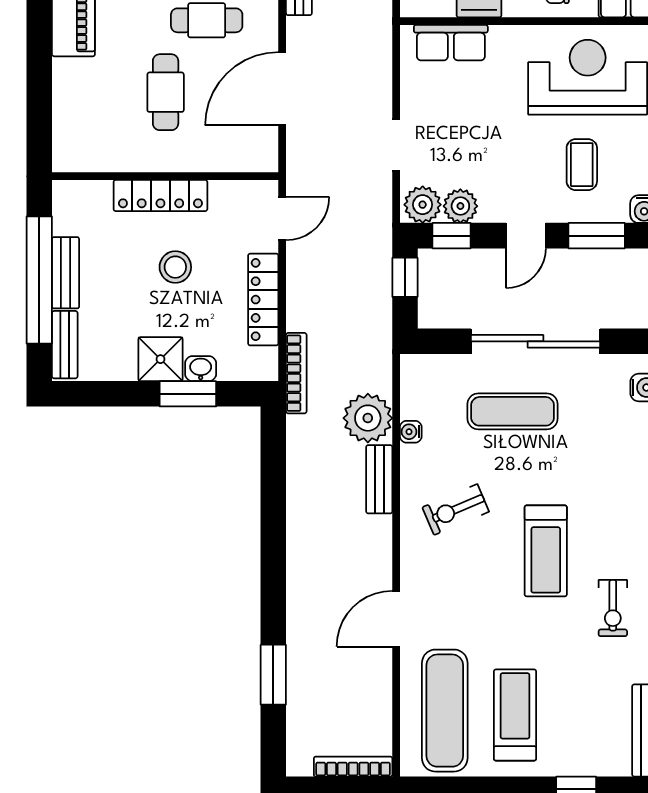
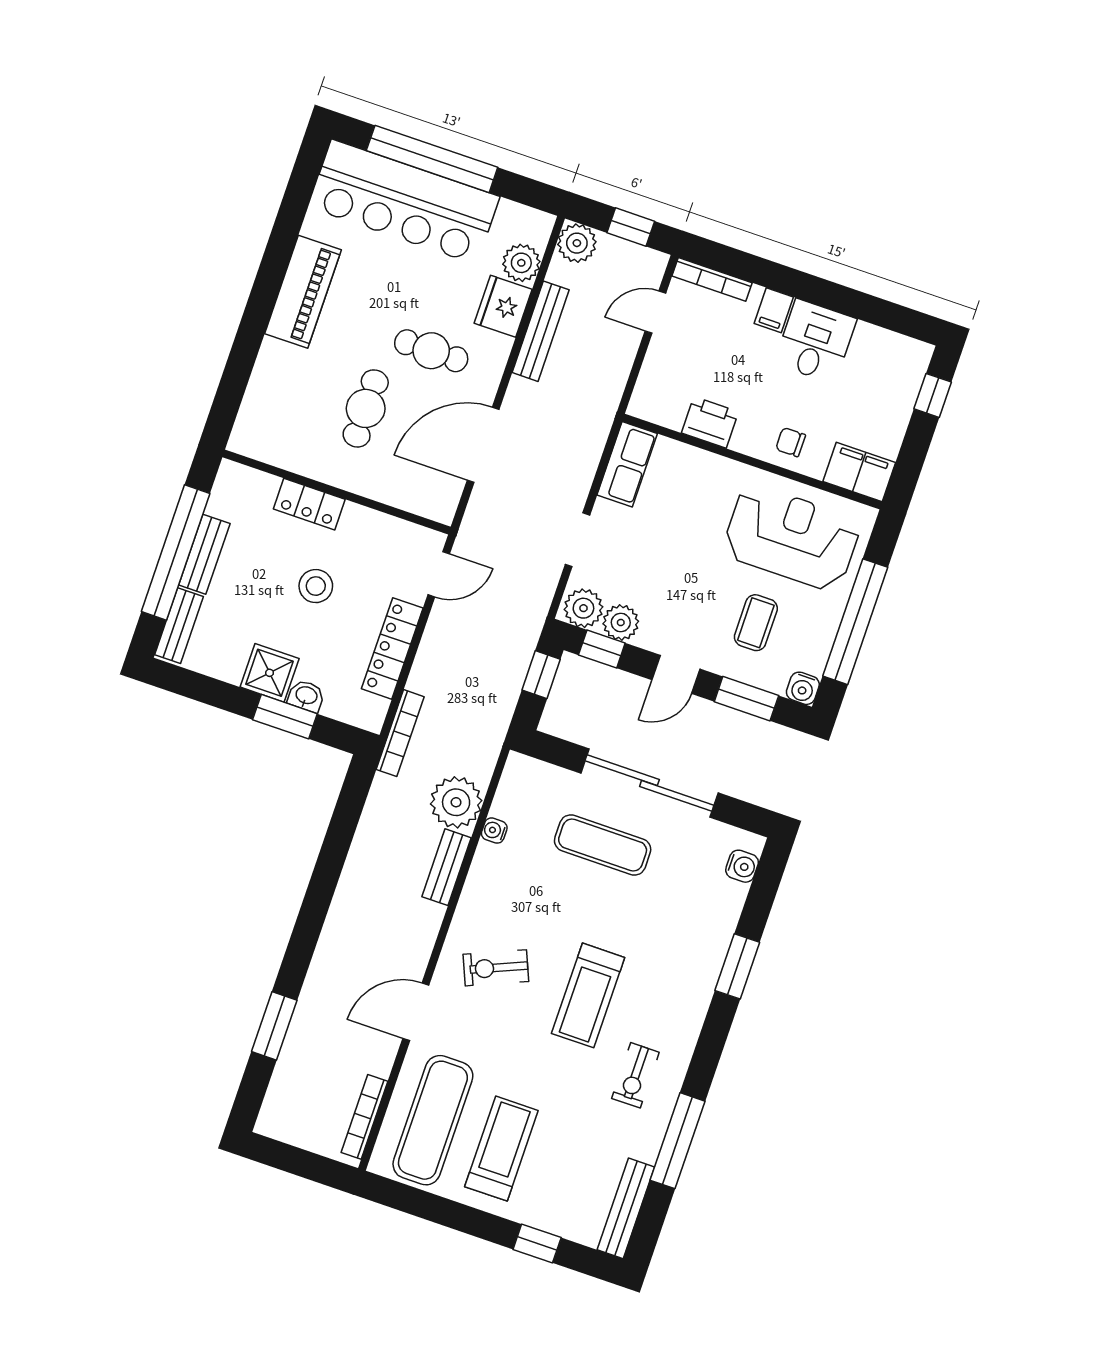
row of seats: (451, 43) -> (627, 464), moved, turned -90
locker: (160, 195) -> (309, 504), width x0.66
exercise bike: (456, 509) -> (496, 968), moved
bookcase: (353, 767) -> (364, 1117), moved, turned -90

